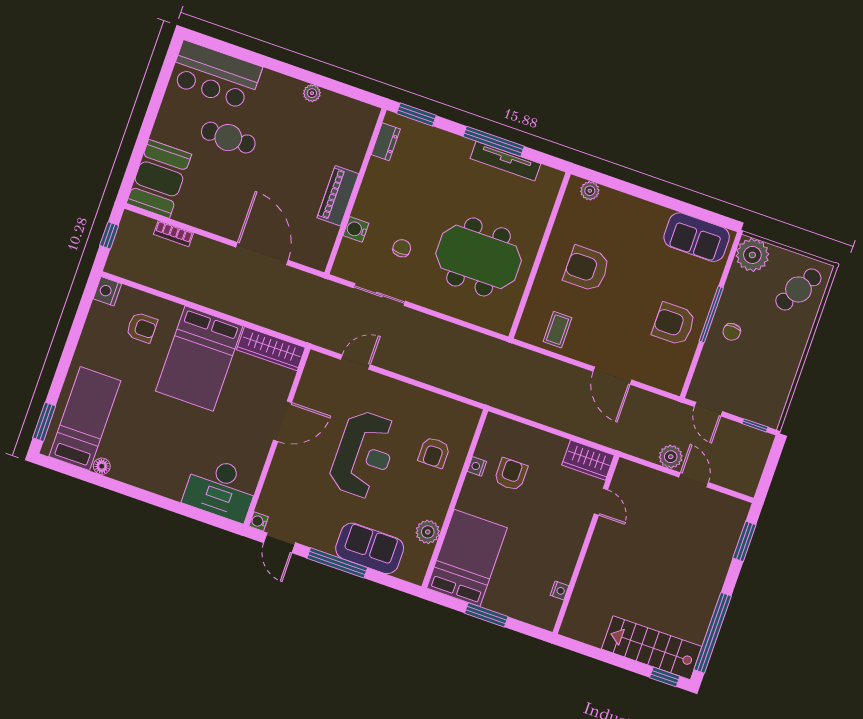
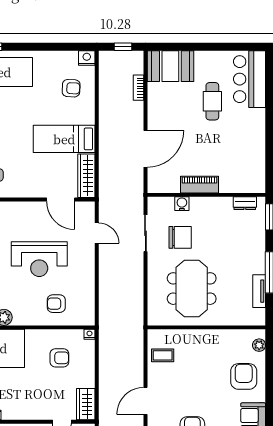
plant: (312, 93) -> (260, 145), removed
tv unit: (505, 161) -> (259, 291), width x0.71
chair: (402, 248) -> (180, 237), width x1.87, depth x1.87
armchair: (587, 269) -> (244, 376), moved
armchair: (142, 328) -> (71, 88), turned -87
bed: (199, 359) -> (64, 139), width x0.67
door: (282, 421) -> (61, 199), moved
nightstand: (477, 466) -> (89, 334), moved

